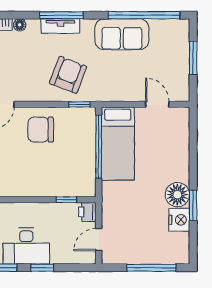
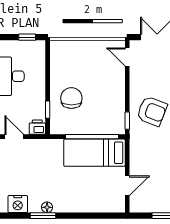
chair: (41, 130) -> (71, 98), moved
floor lamp: (177, 195) -> (47, 207), width x0.53, depth x0.53
nightstand: (179, 220) -> (18, 204), moved

